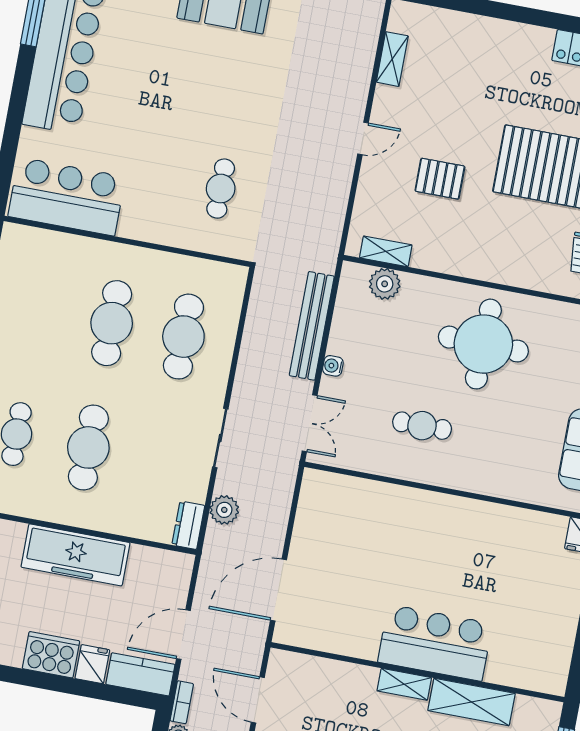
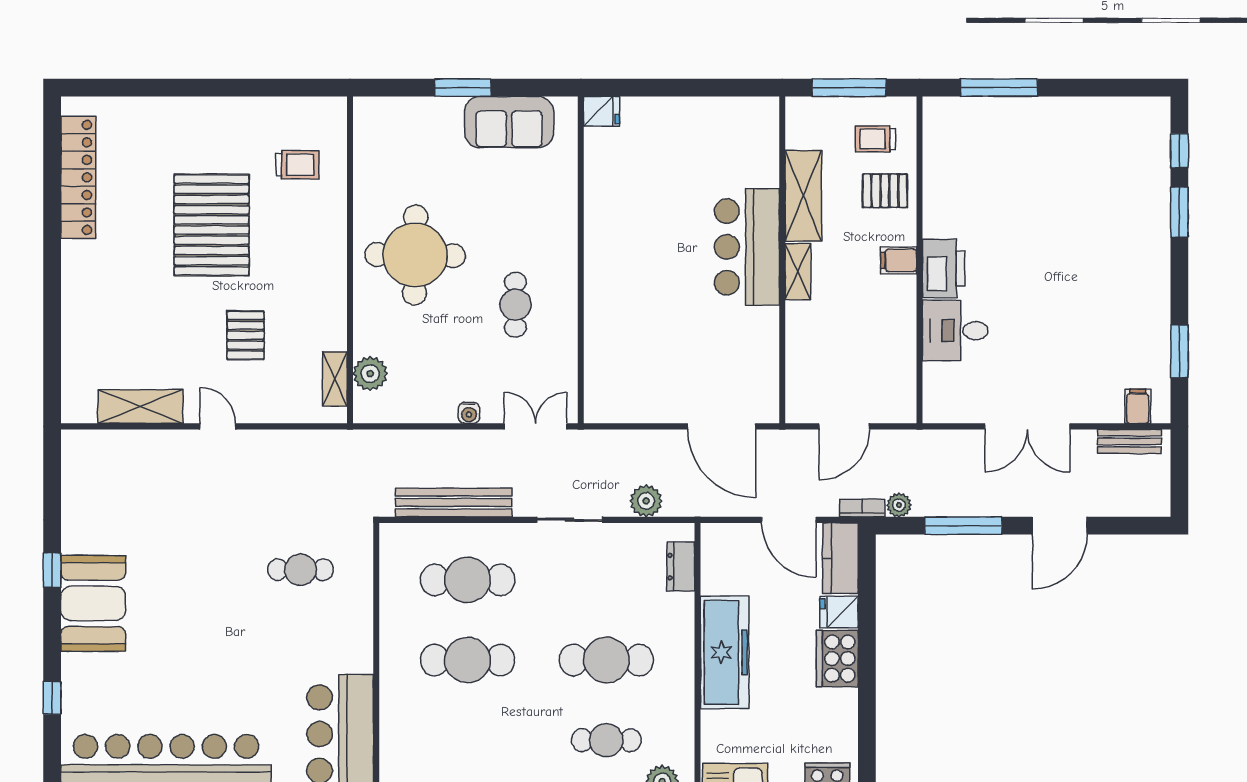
shelving: (392, 59) -> (140, 407), width x1.50, depth x1.33
bench: (312, 326) -> (454, 502), moved
dresser: (188, 525) -> (681, 567), moved, turned 90

